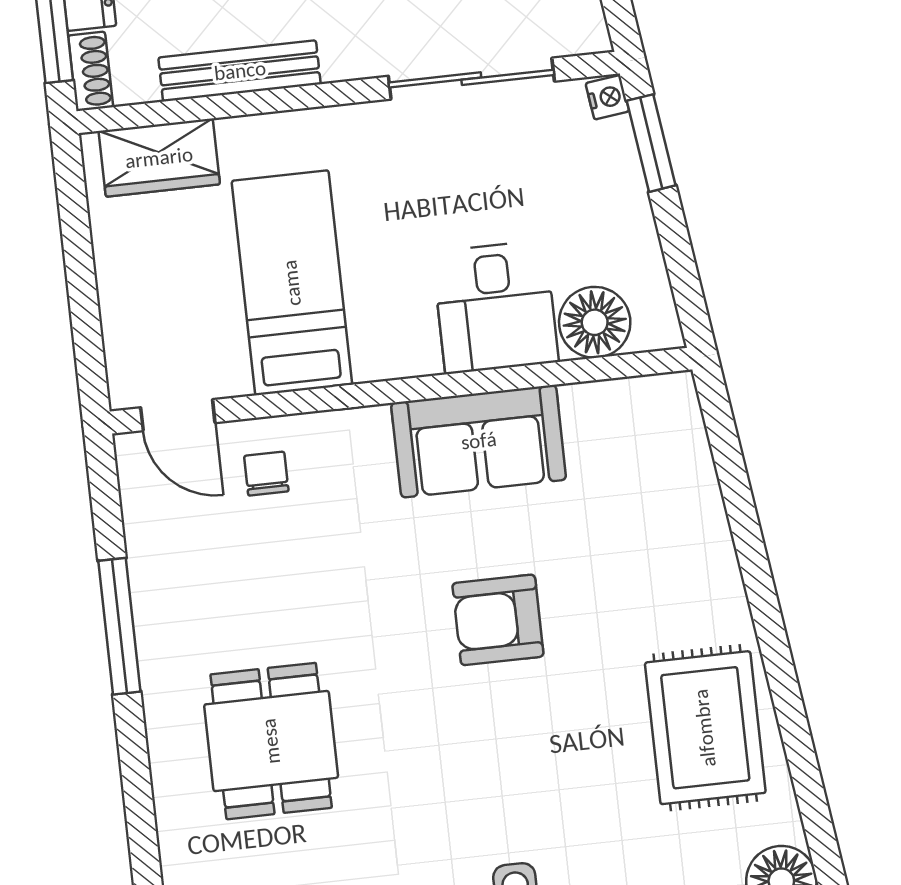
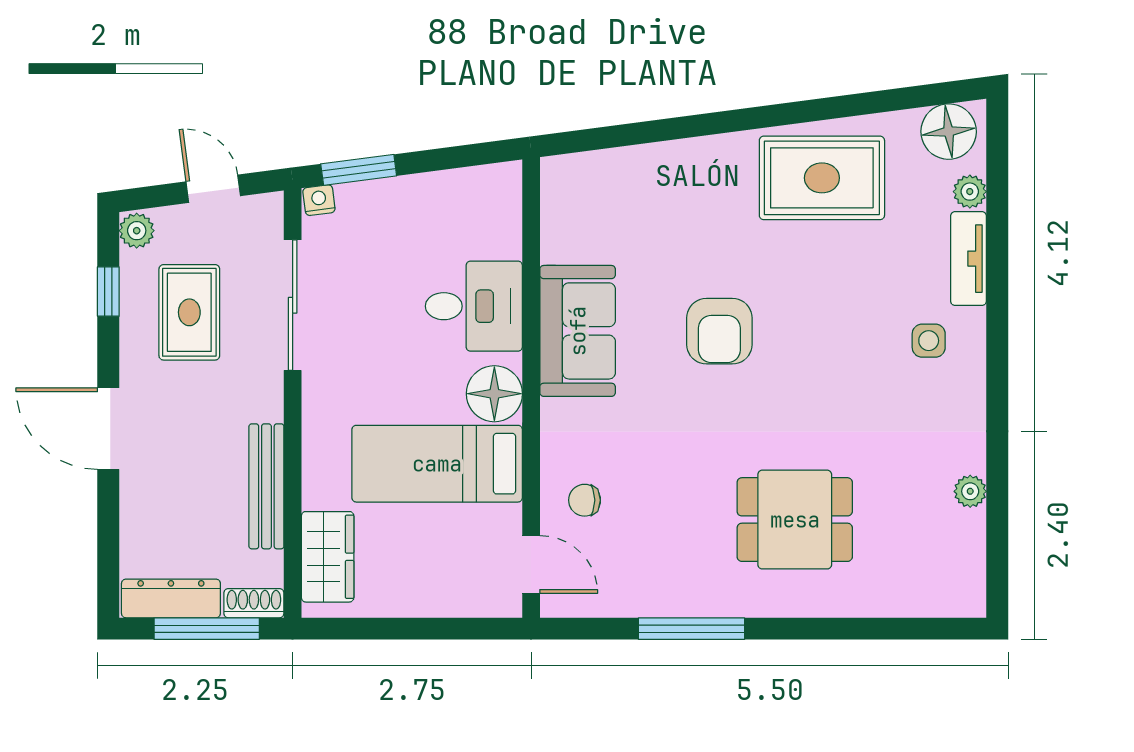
floor lamp: (595, 322) -> (494, 394), moved
door: (178, 415) -> (531, 565), hinge flipped

